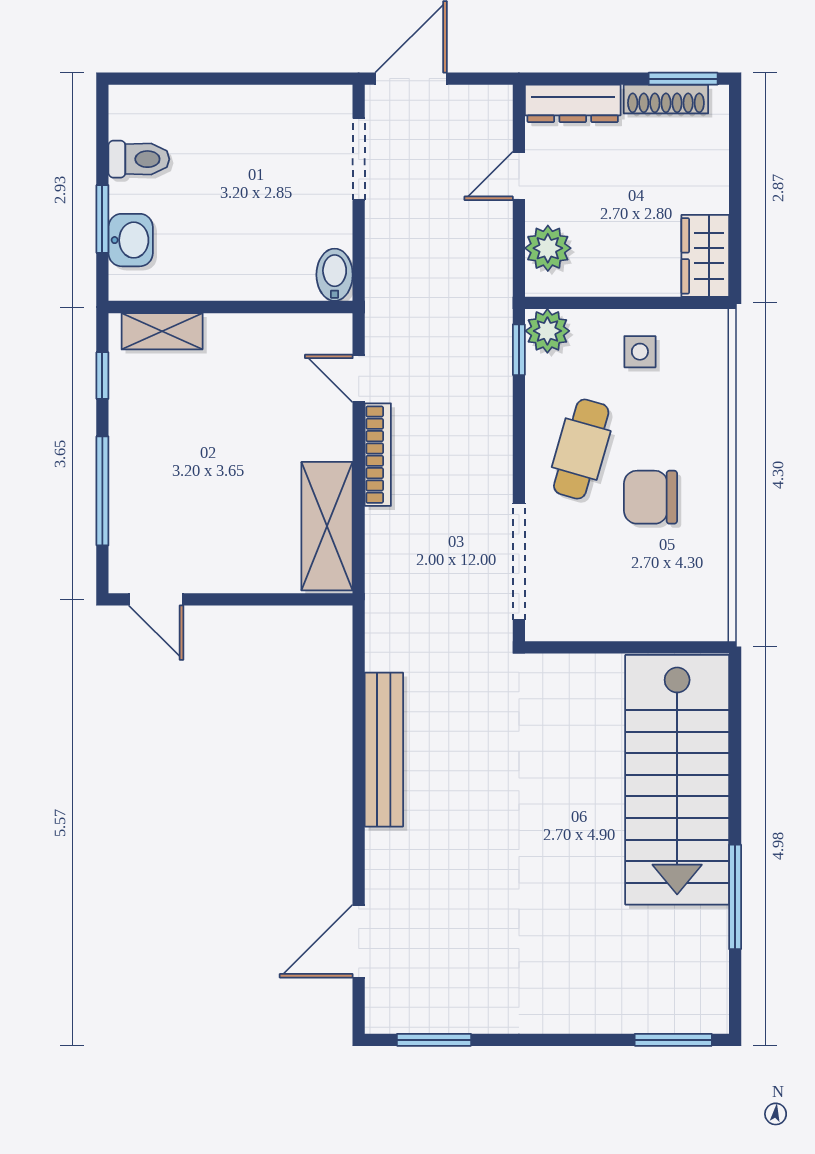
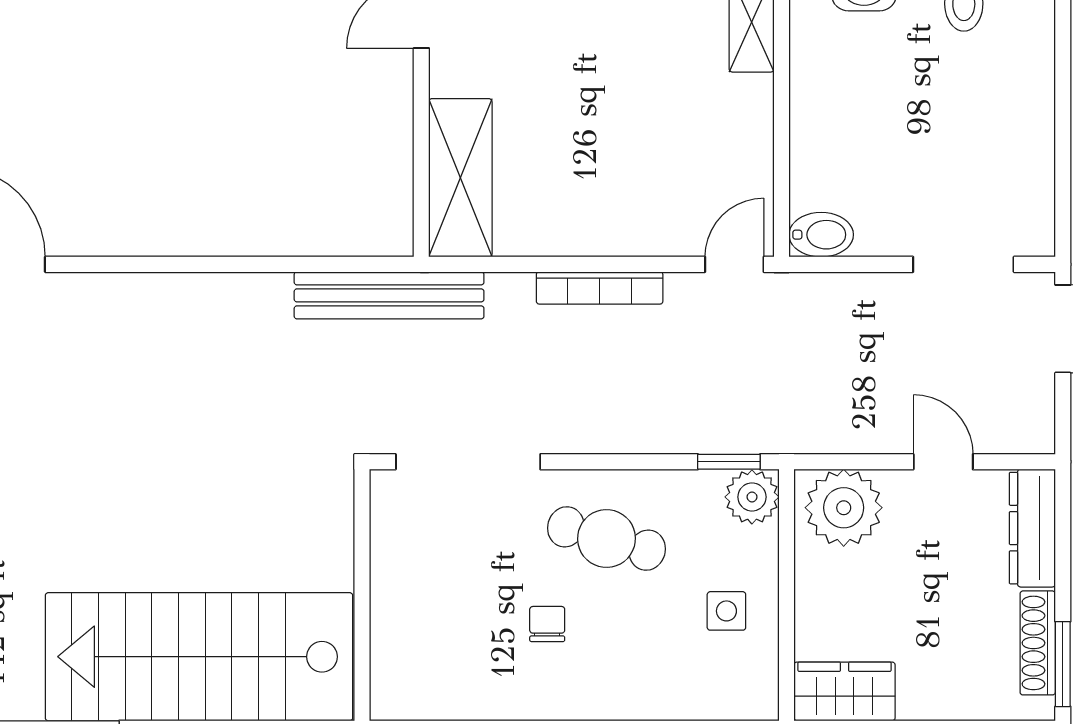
plant: (548, 248) -> (844, 508), width x1.36, depth x1.36
door: (359, 378) -> (734, 264), moved
chair: (651, 497) -> (547, 624), width x0.54, depth x0.54
shelving: (327, 526) -> (460, 178), moved, turned 90
bench: (384, 750) -> (389, 295), moved

